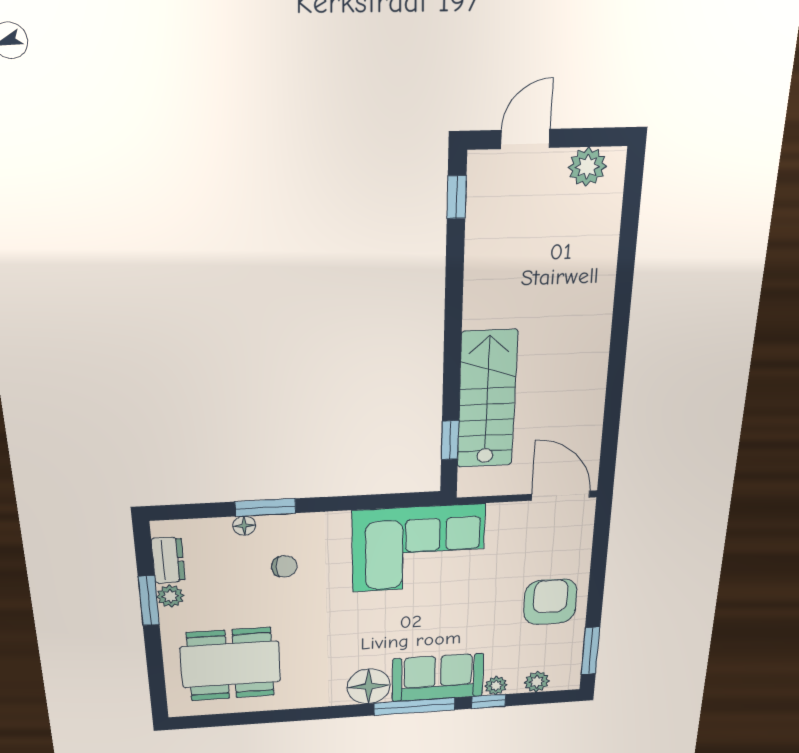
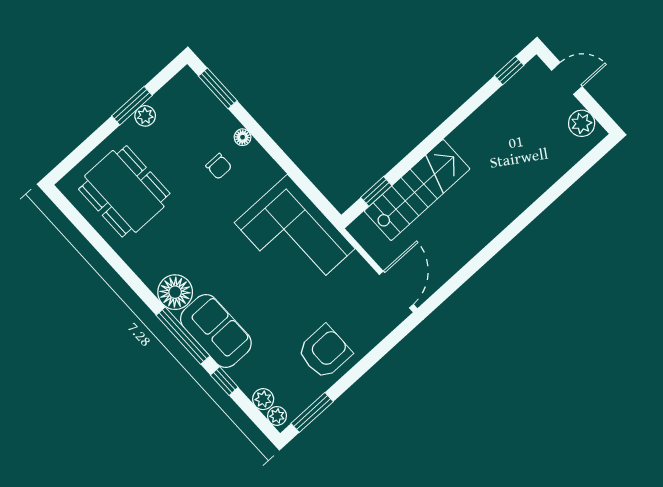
window: (265, 507) -> (218, 88), moved
floor lamp: (244, 526) -> (243, 137), moved
dresser: (168, 560) -> (169, 95), removed
plant: (496, 686) -> (277, 416), moved

